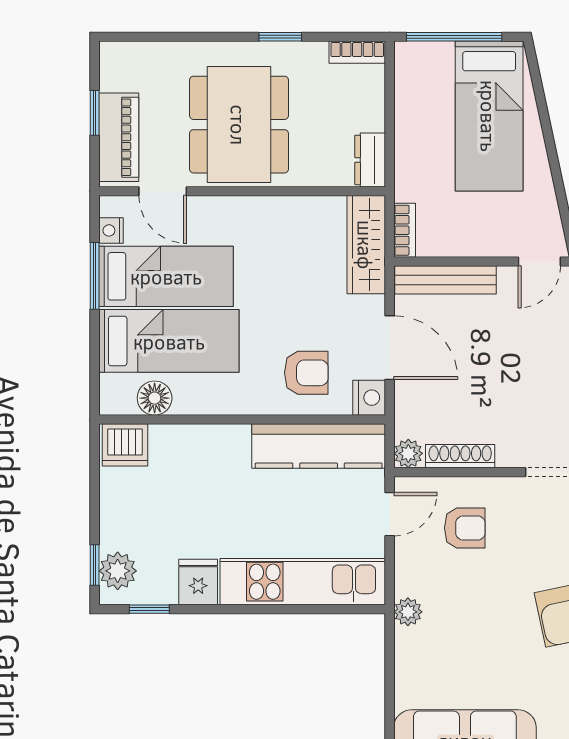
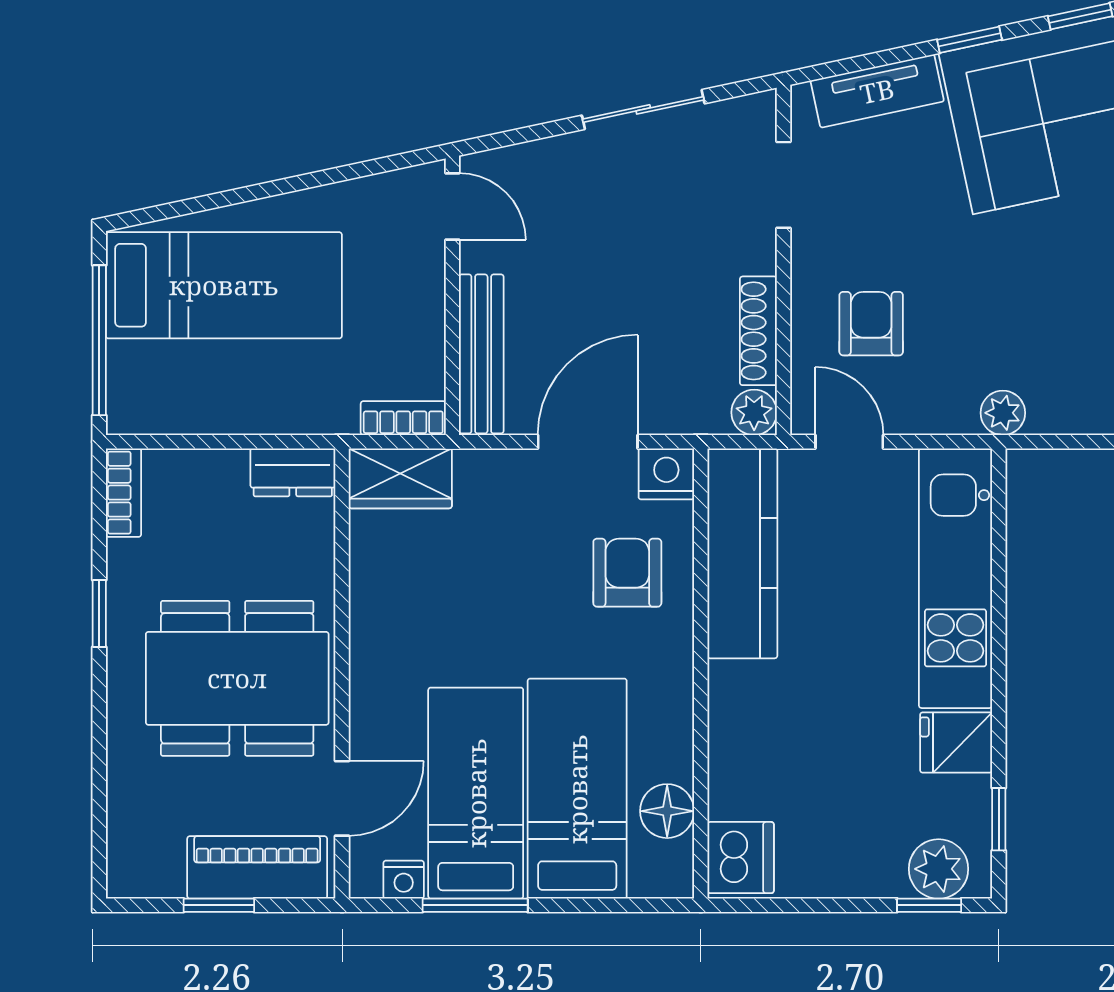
wardrobe: (366, 245) -> (400, 478), width x0.67

